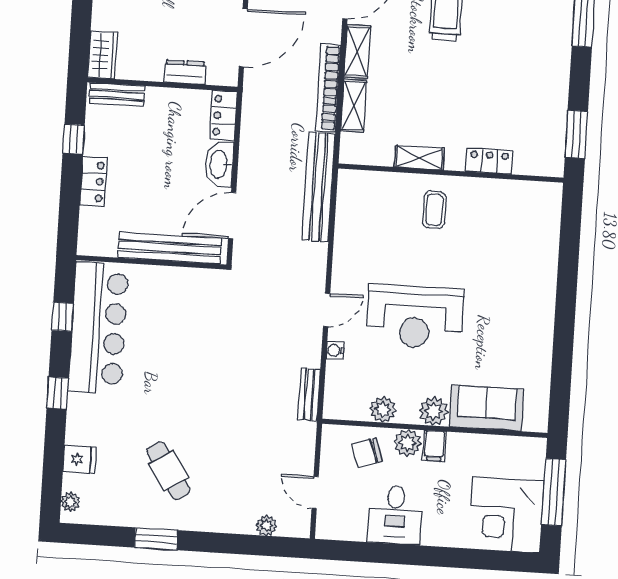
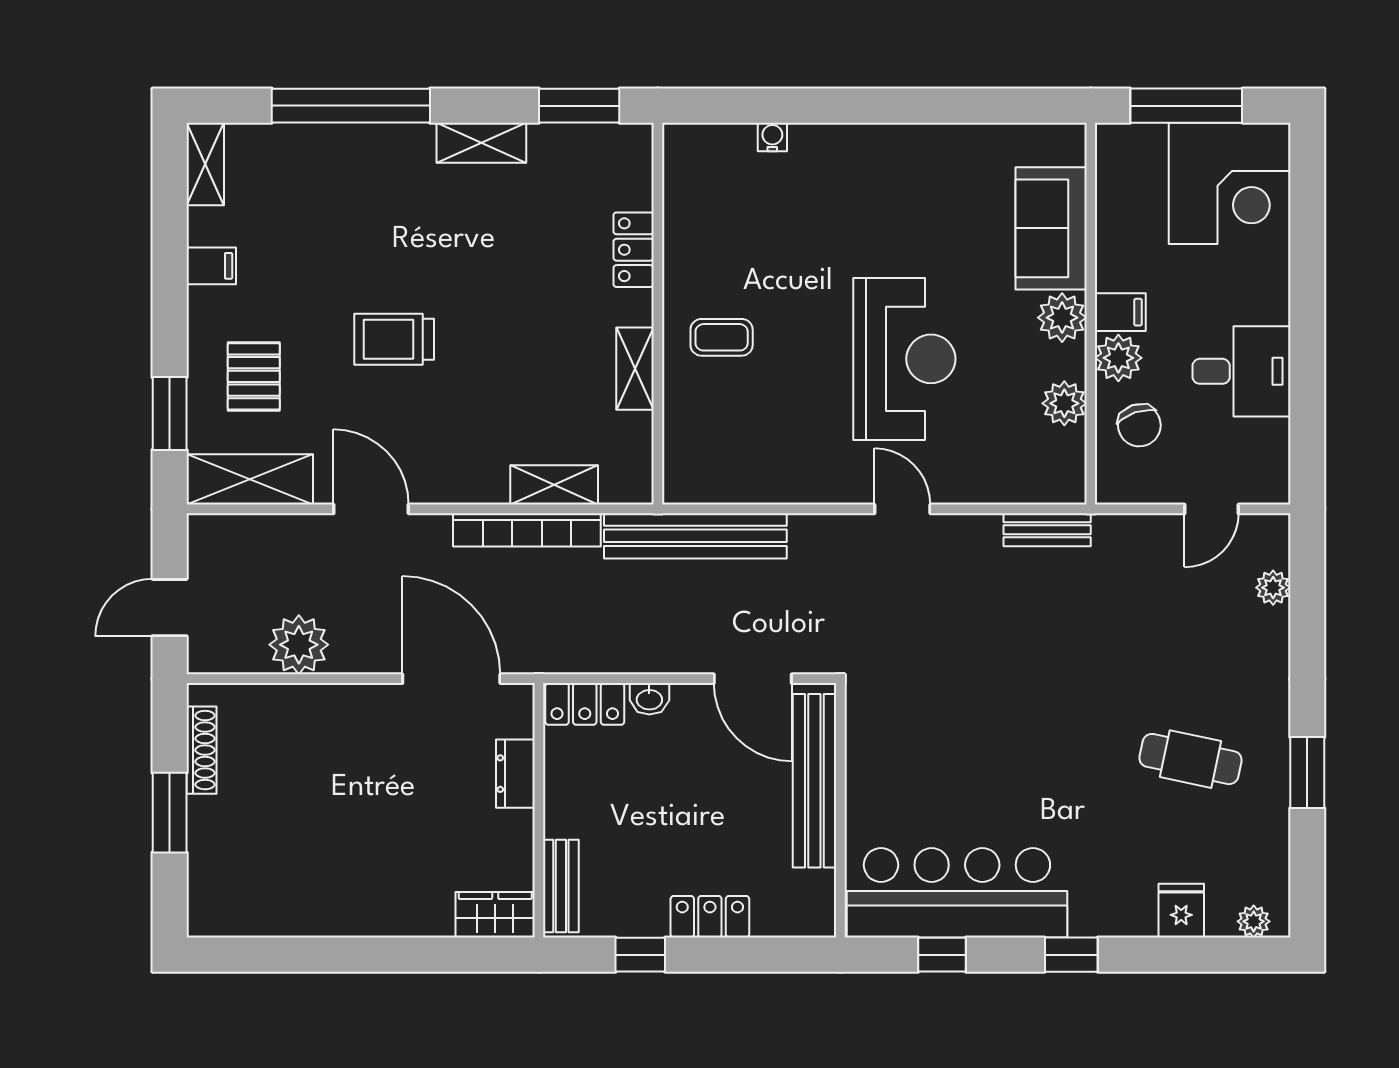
shelving: (357, 52) -> (481, 143), moved
washbasin: (219, 164) -> (649, 699), width x0.52, depth x0.69
water cooler: (335, 350) -> (772, 137), moved, turned 180
cafe table: (169, 471) -> (1191, 759), turned 45

